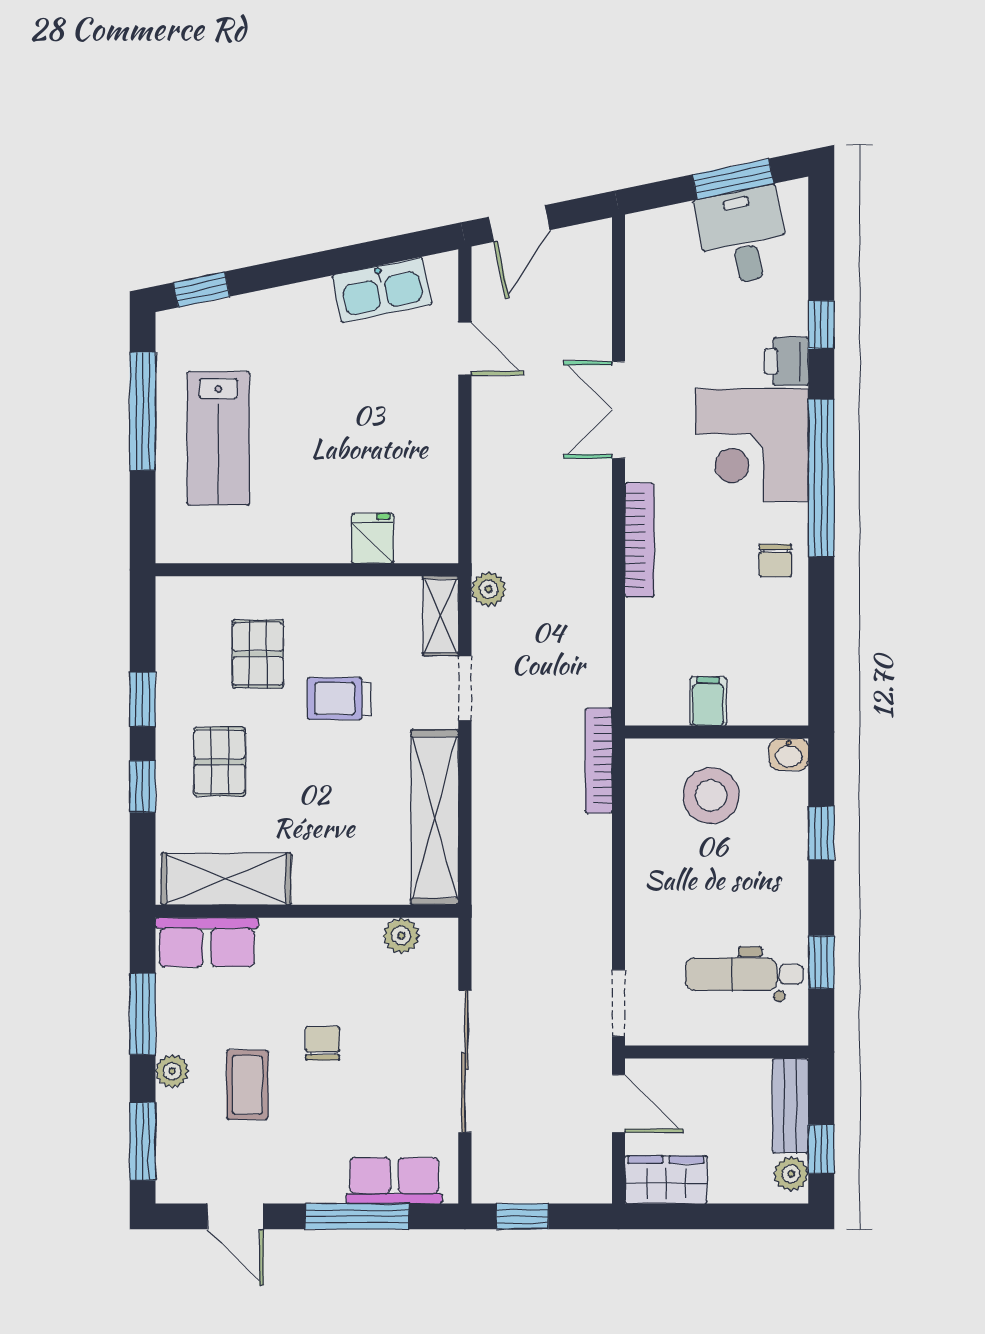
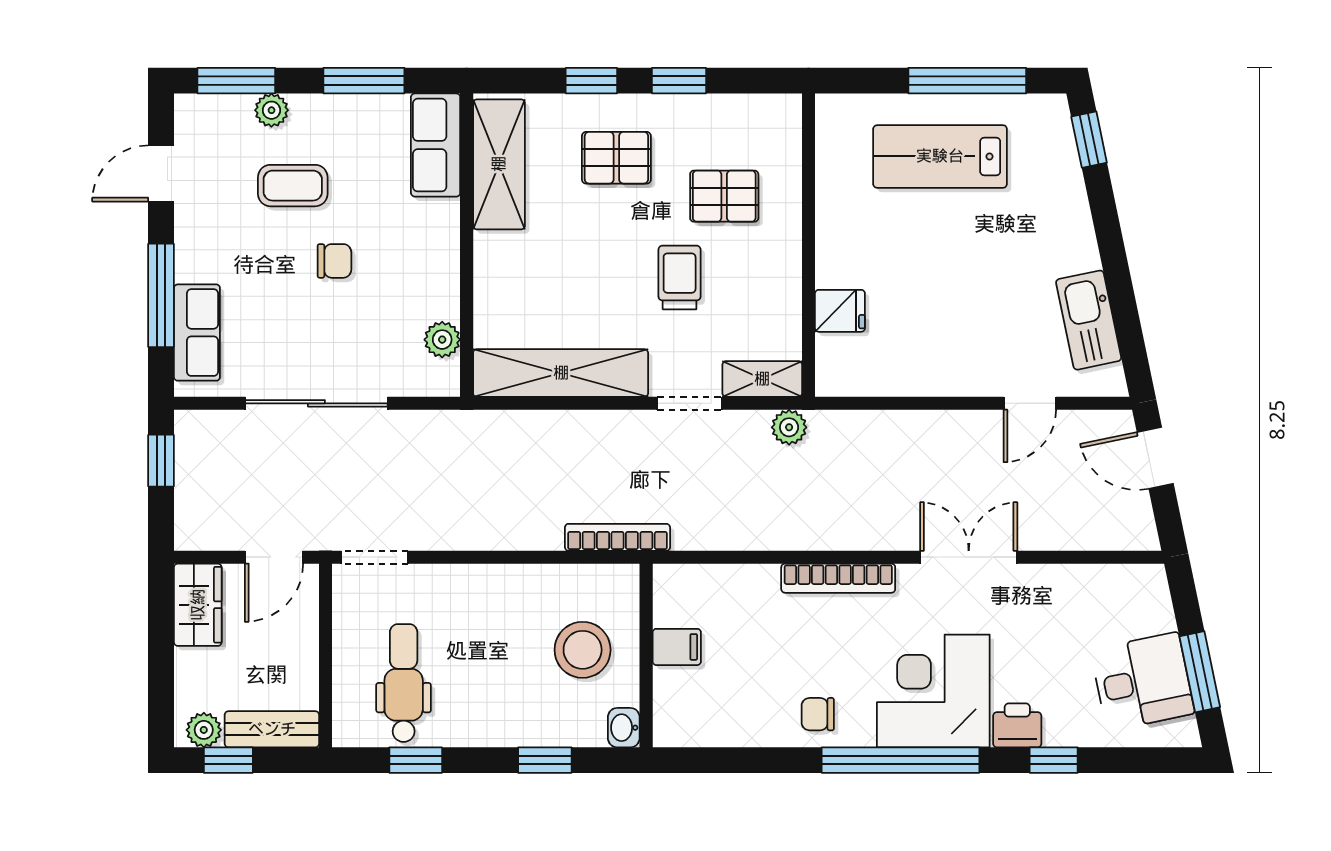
plant: (172, 1071) -> (271, 110), moved

